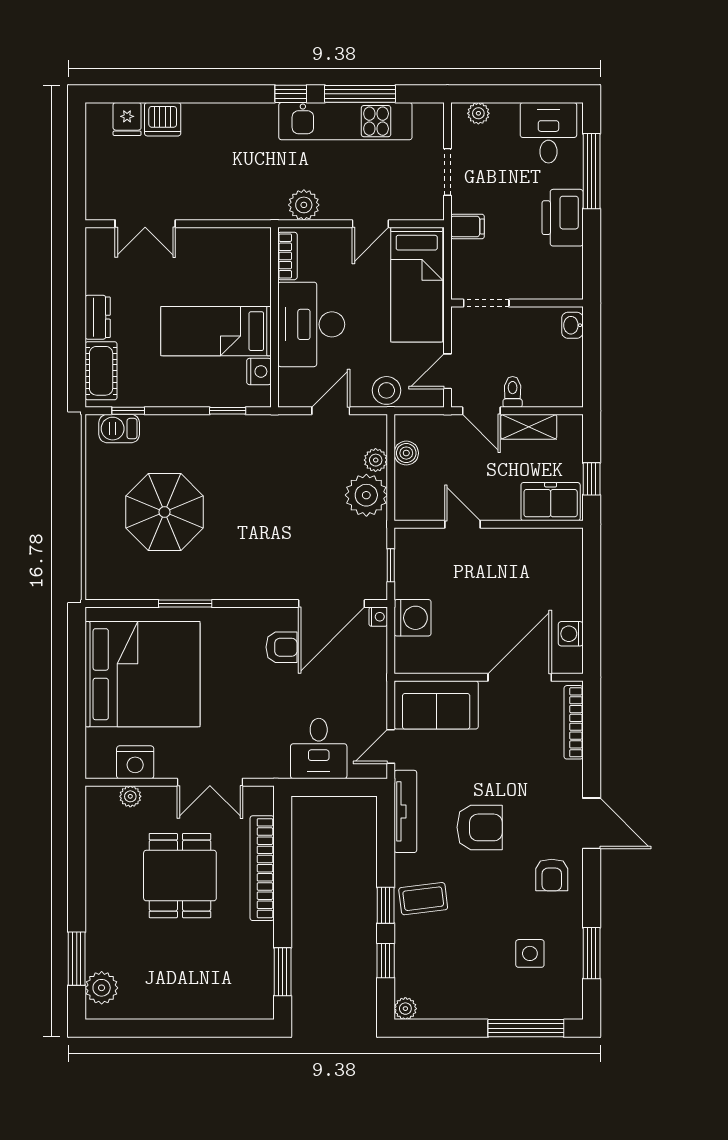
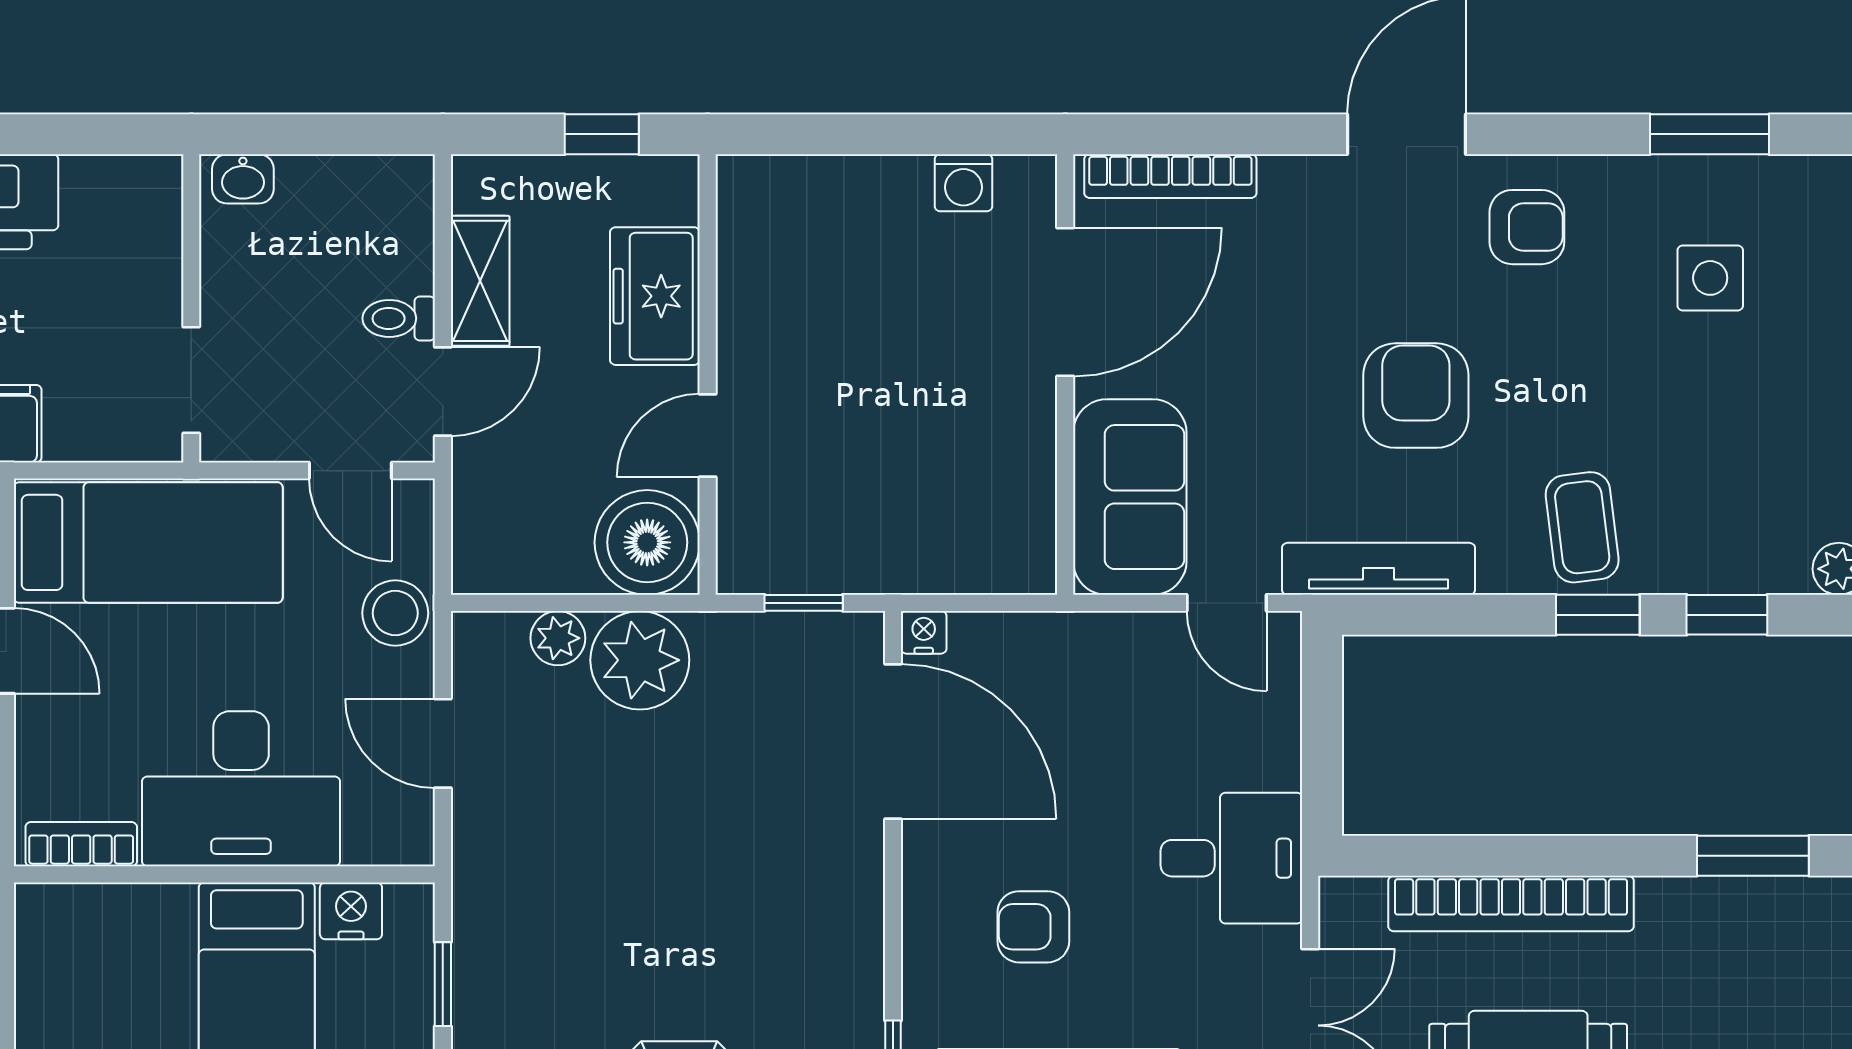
boiler: (406, 453) -> (647, 542), moved, width x1.86, depth x1.86
freezer: (551, 502) -> (655, 296), moved
washing machine: (413, 618) -> (926, 552), removed
armchair: (282, 647) -> (1033, 927), moved, turned -90
door: (520, 677) -> (1065, 302), swing flipped
desk: (319, 748) -> (1231, 858), moved

